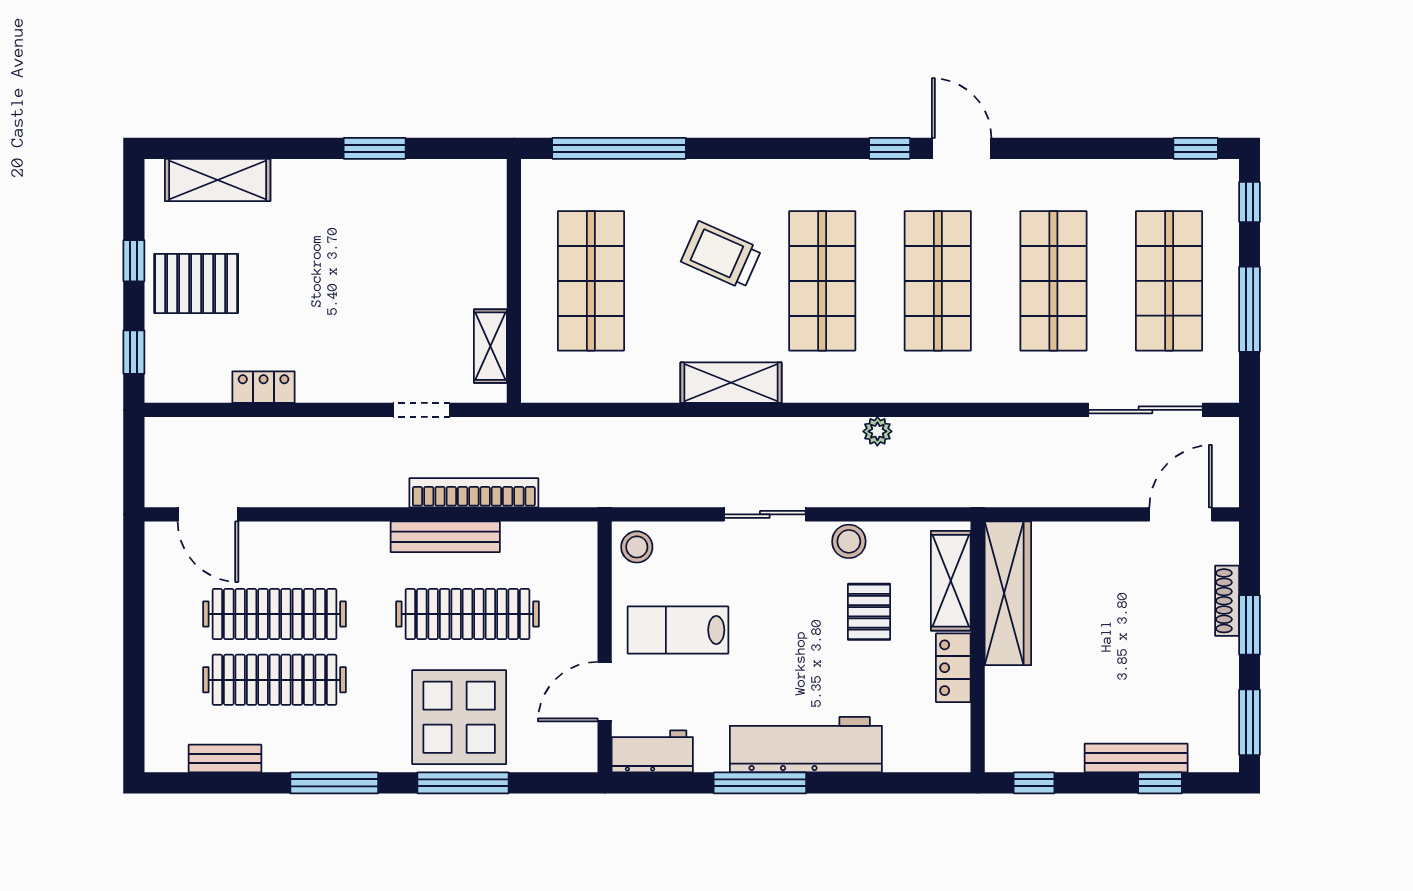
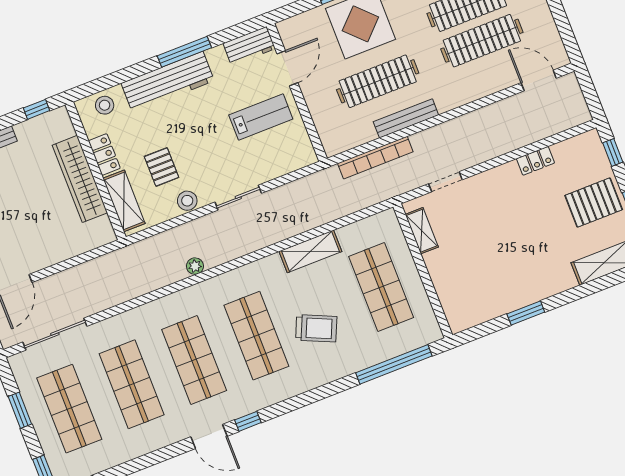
window: (1250, 309) -> (20, 410), width x0.69
shelving: (731, 383) -> (310, 251), moved
bookcase: (474, 493) -> (375, 158), moved
stool: (637, 547) -> (105, 105), moved
wardrobe: (1008, 593) -> (80, 179), moved

